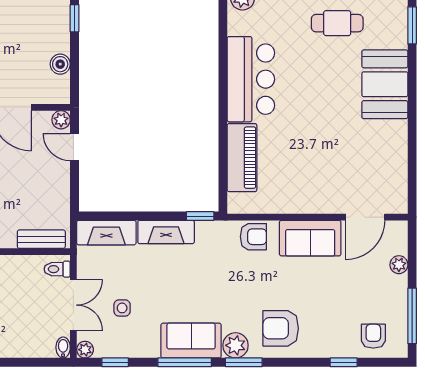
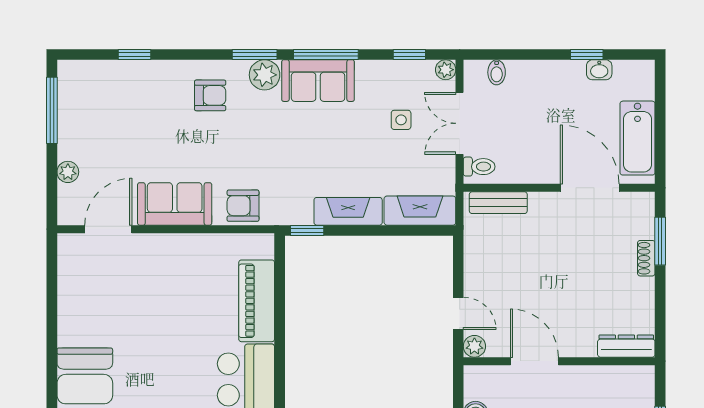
armchair: (281, 328) -> (210, 95), width x0.72, depth x0.72
armchair: (373, 336) -> (99, 86), removed
bidet: (63, 347) -> (497, 72), moved

